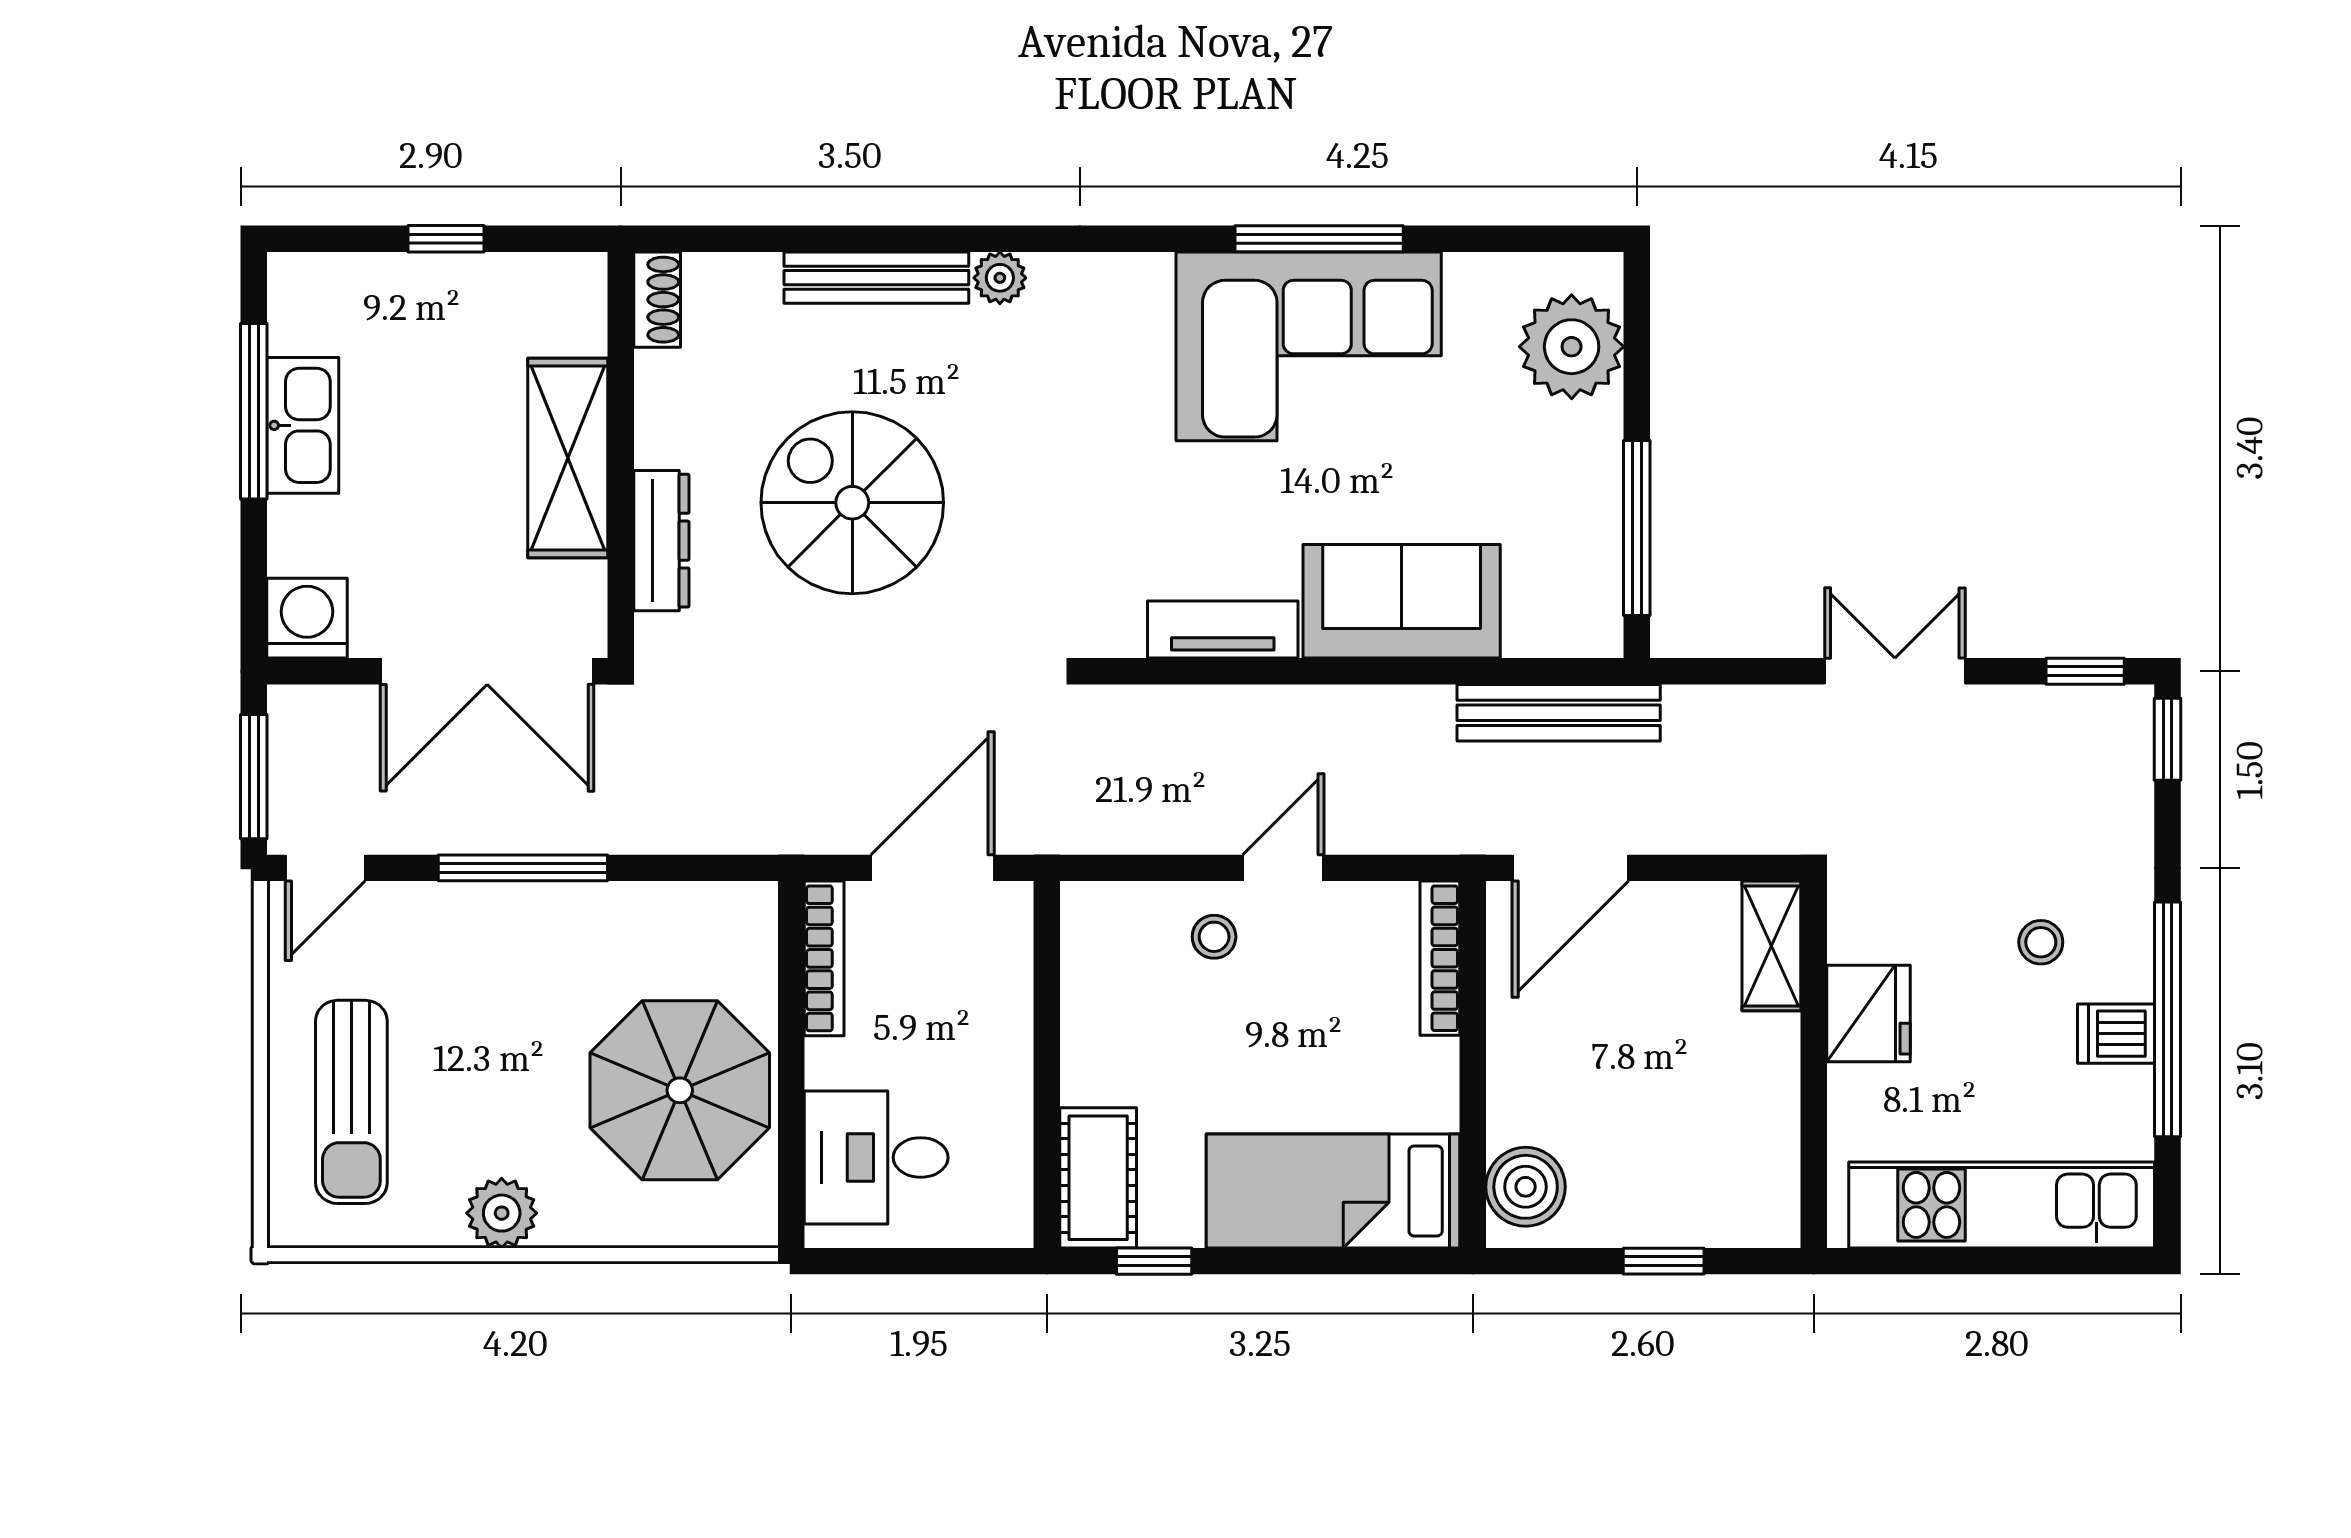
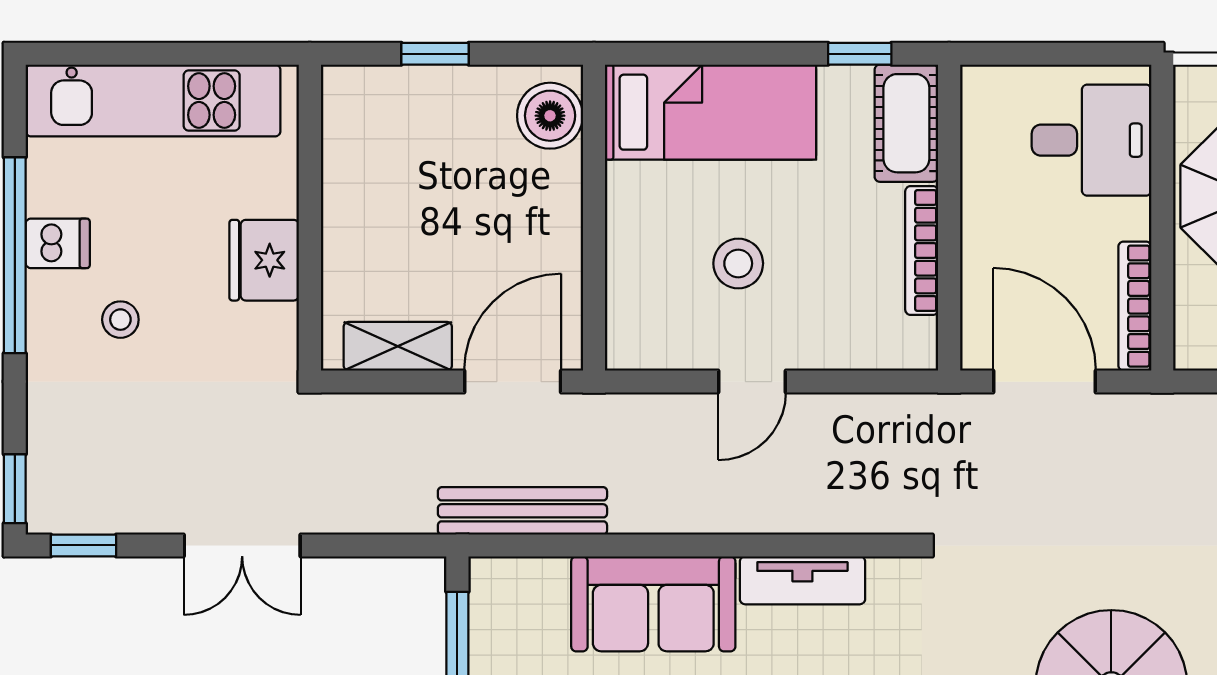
door: (932, 868) -> (1045, 382), swing flipped
stool: (1214, 937) -> (738, 263), moved, width x1.37, depth x1.37
shelving: (1771, 946) -> (398, 346), moved, turned 90
bookcase: (1440, 958) -> (922, 251), moved, turned 180

